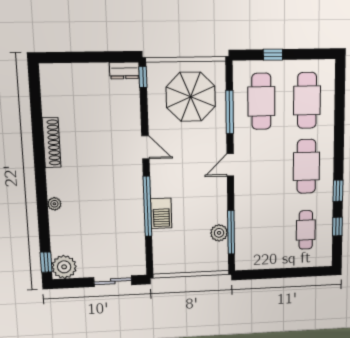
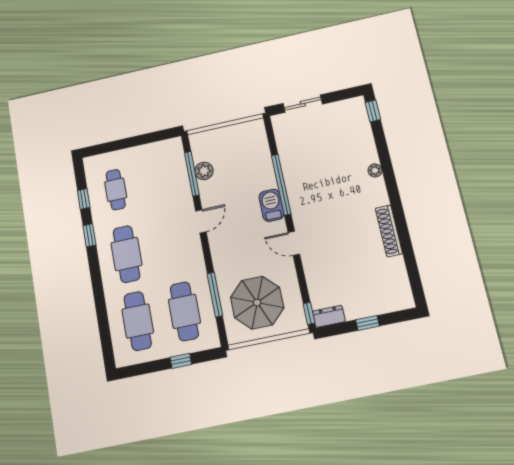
window: (88, 57) -> (367, 323), added
door: (230, 165) -> (201, 221), moved
barbecue: (161, 213) -> (271, 205), moved
plant: (64, 267) -> (354, 109), removed

